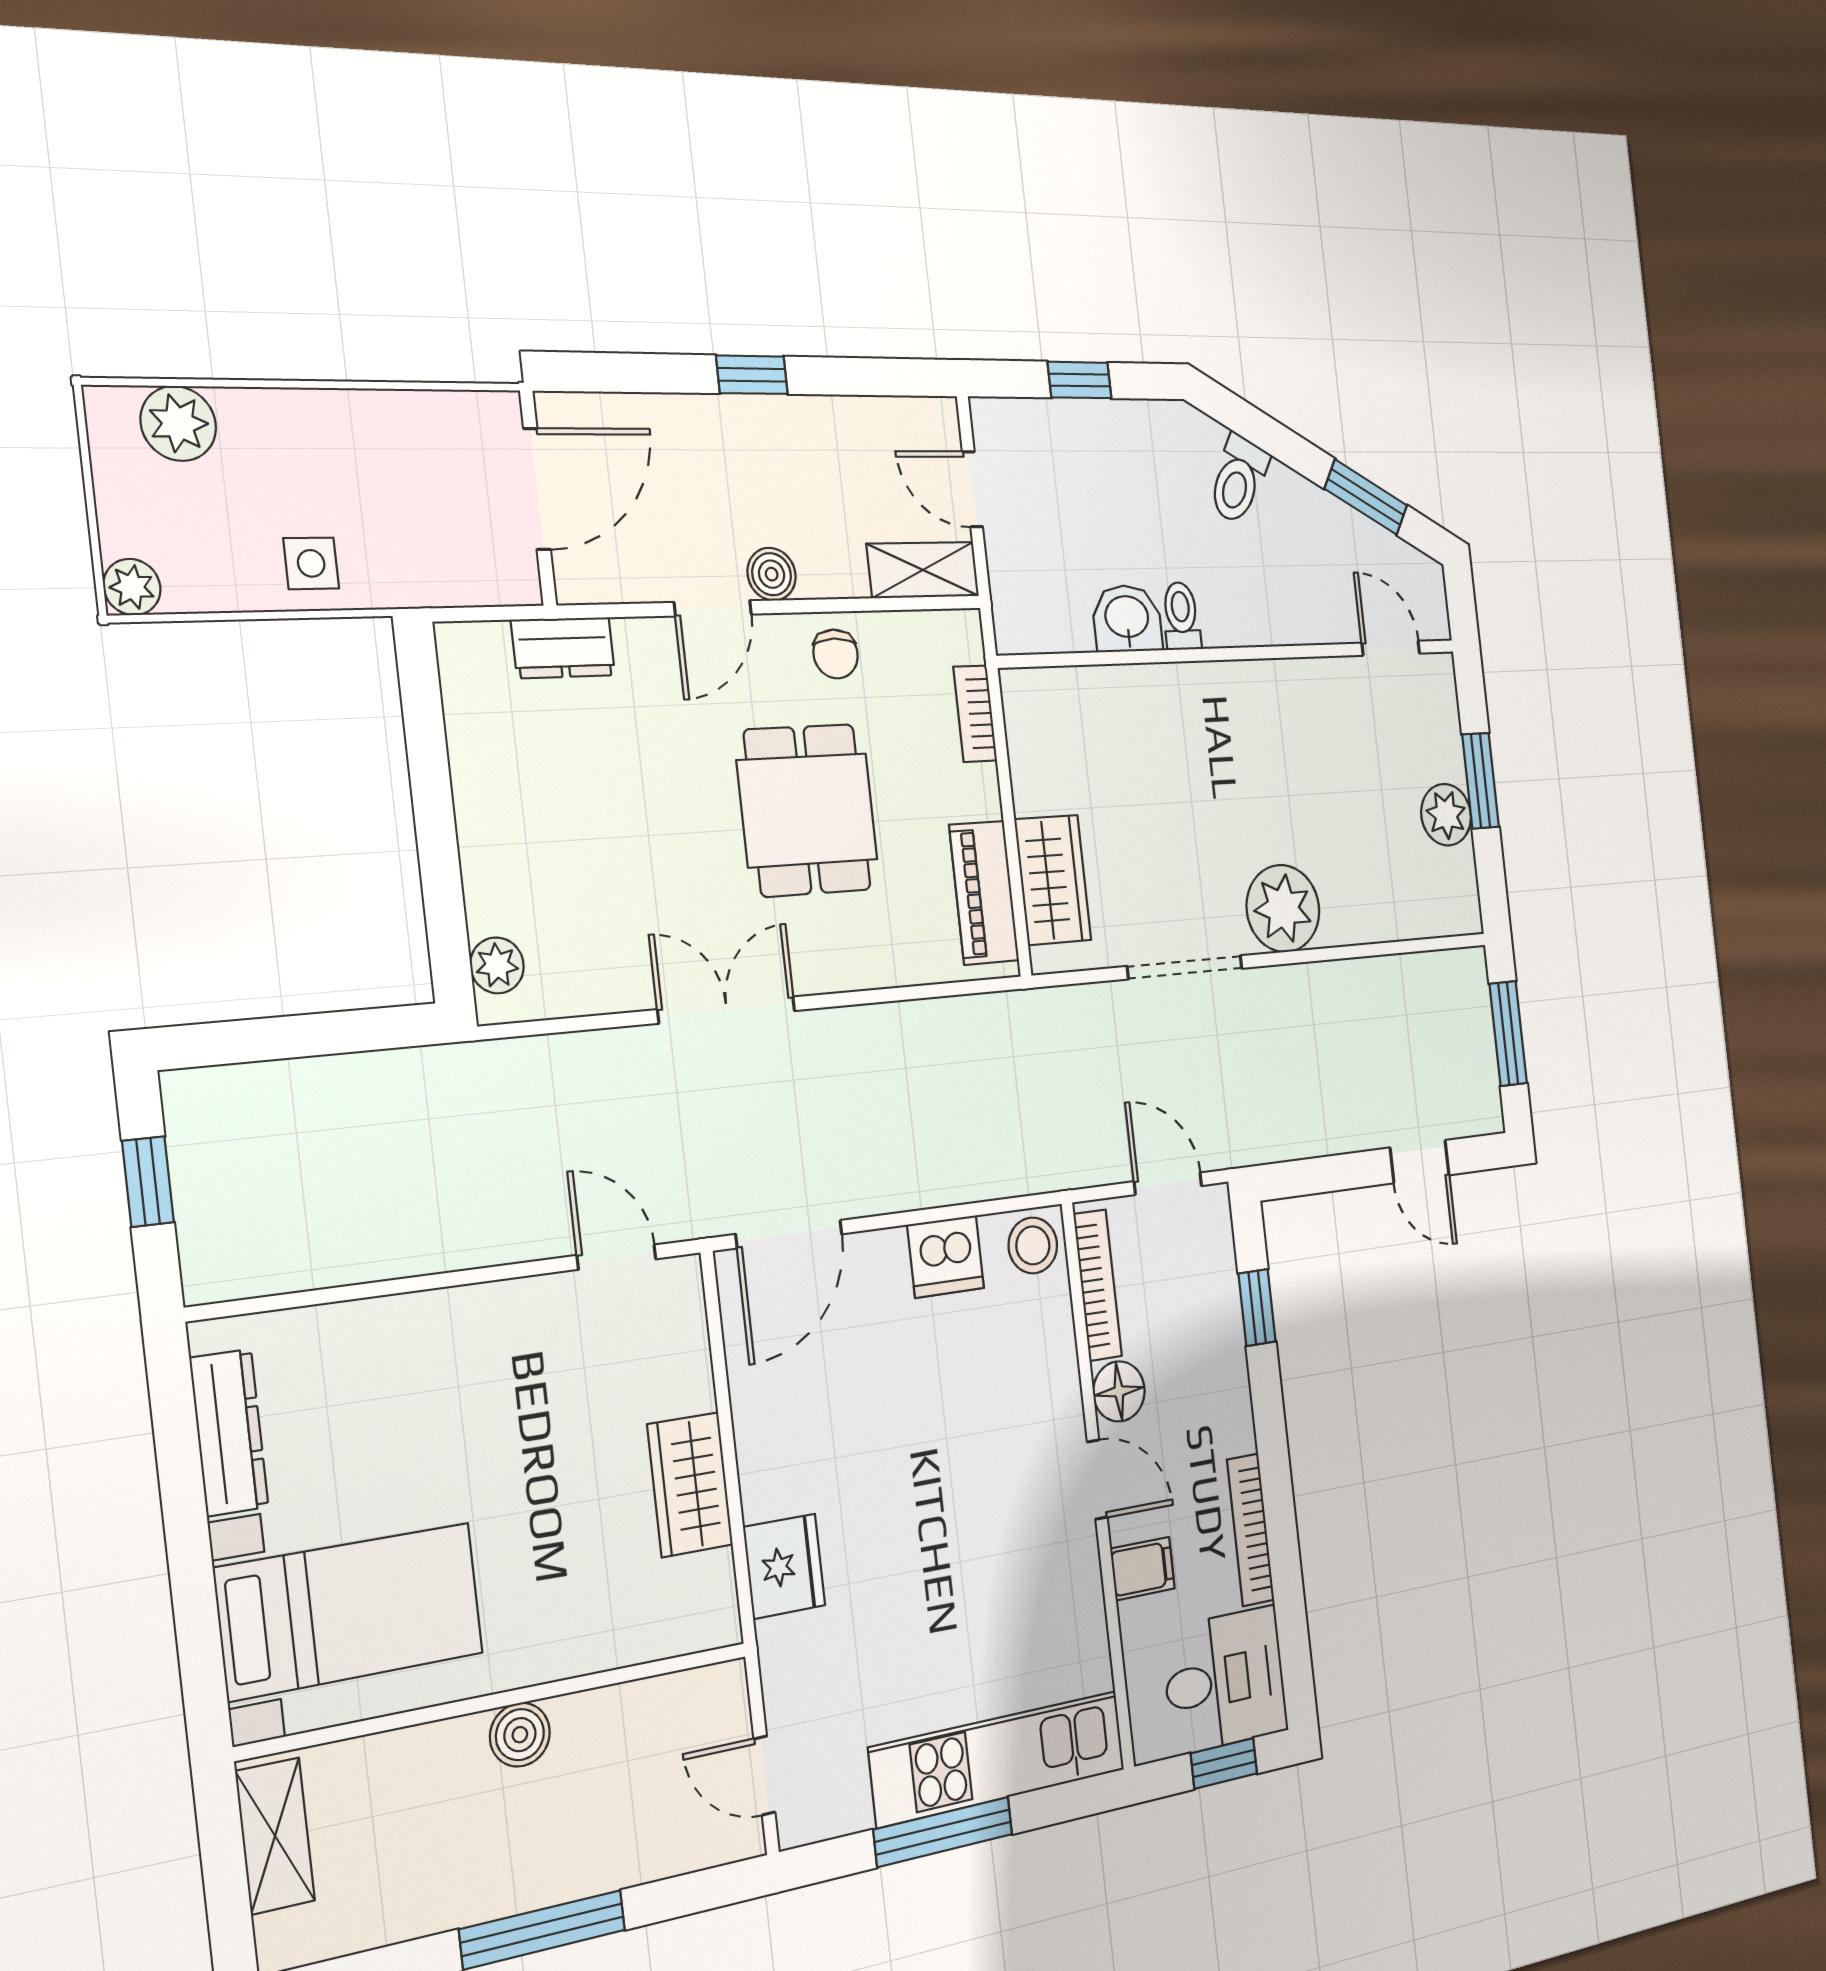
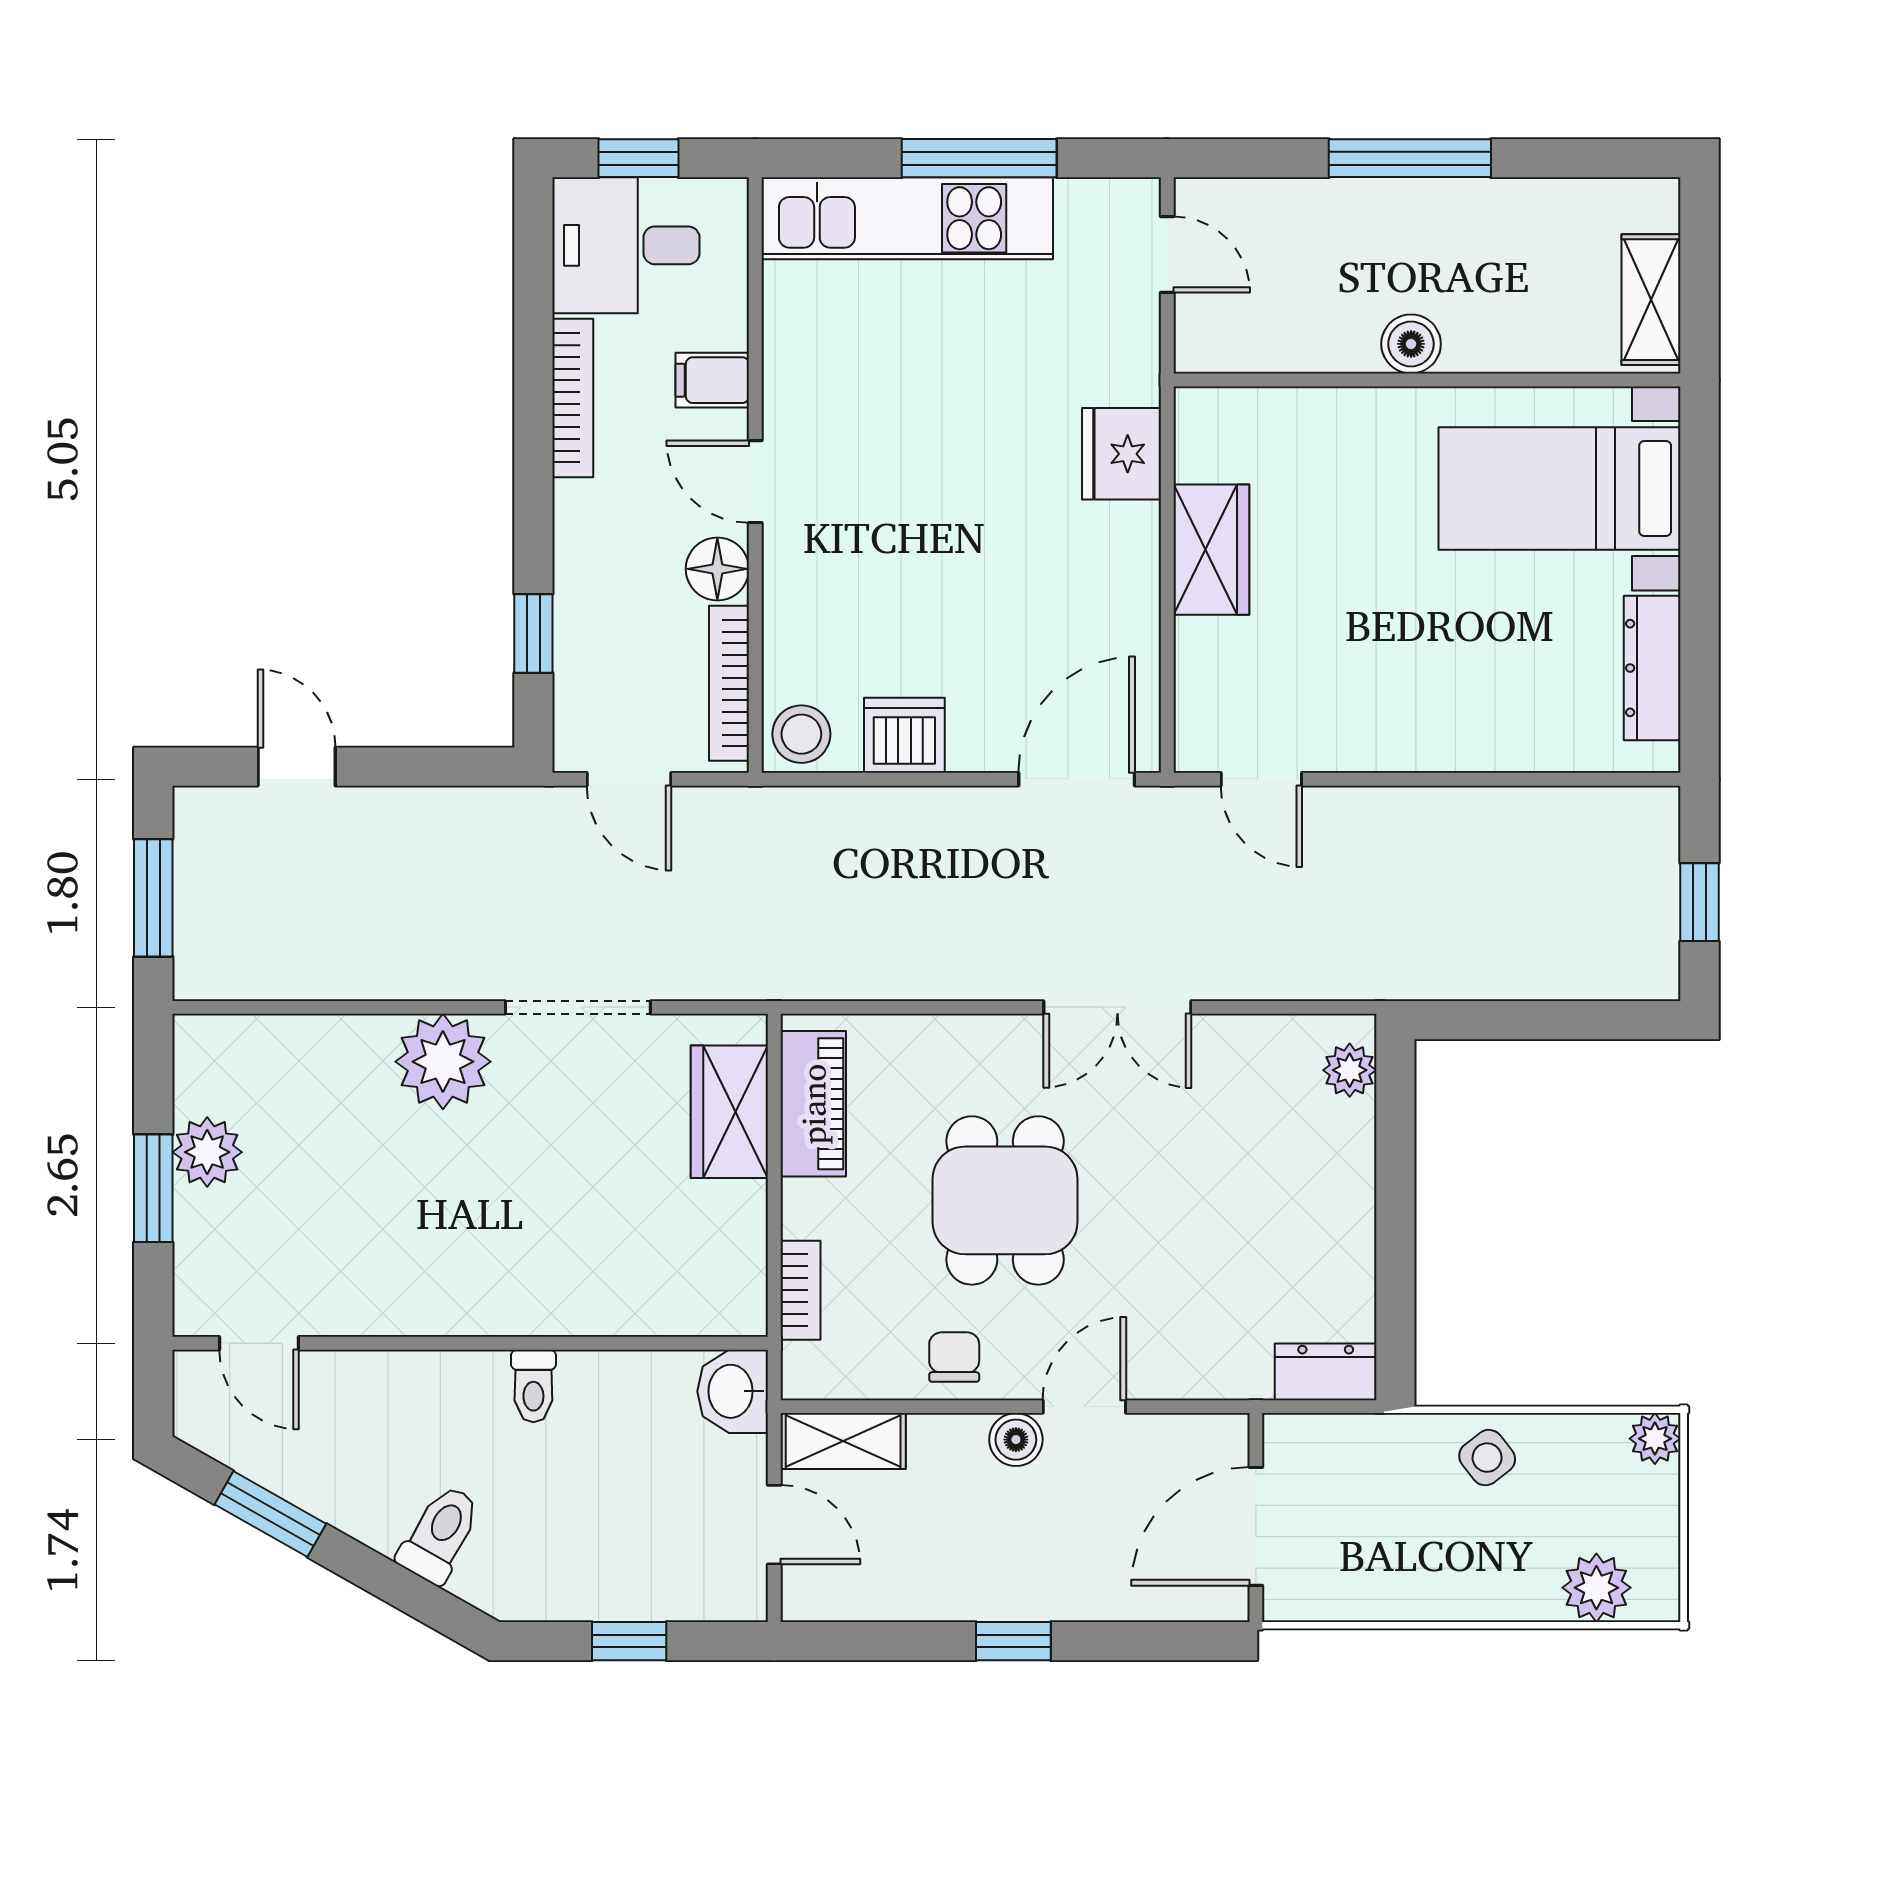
side table: (311, 563) -> (1487, 1458), turned -38
washbasin: (1127, 619) -> (733, 1391), moved, turned 90
dresser: (563, 648) -> (1326, 1372), moved

